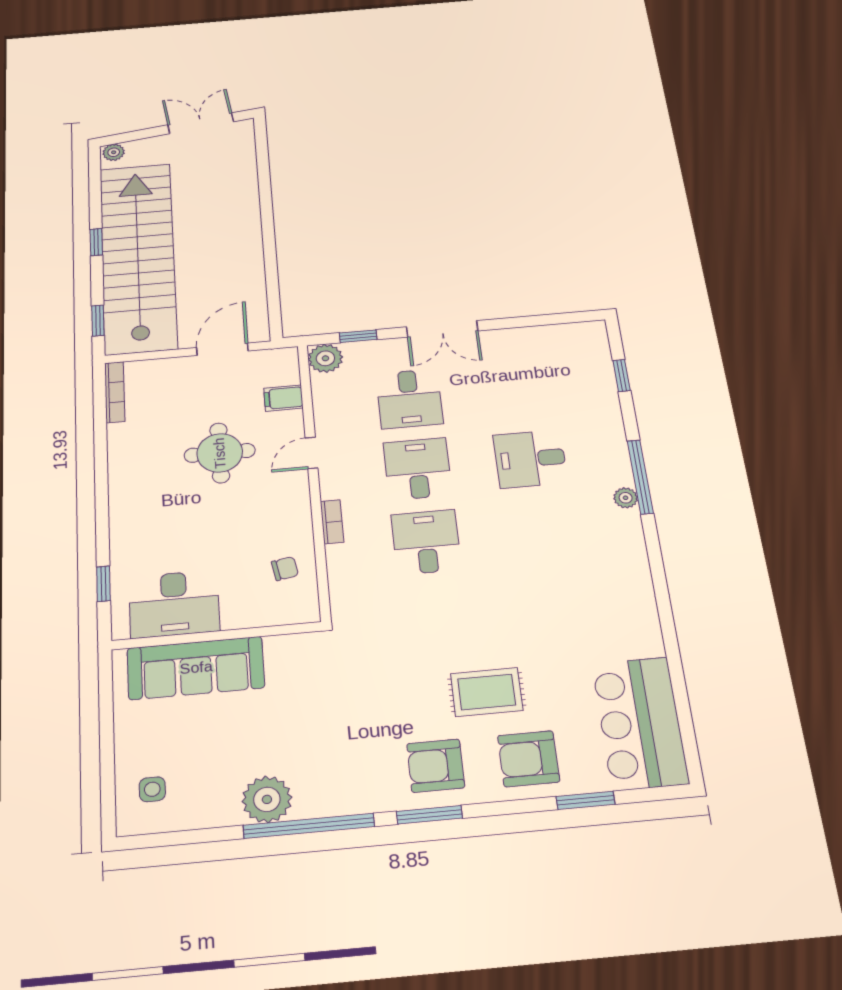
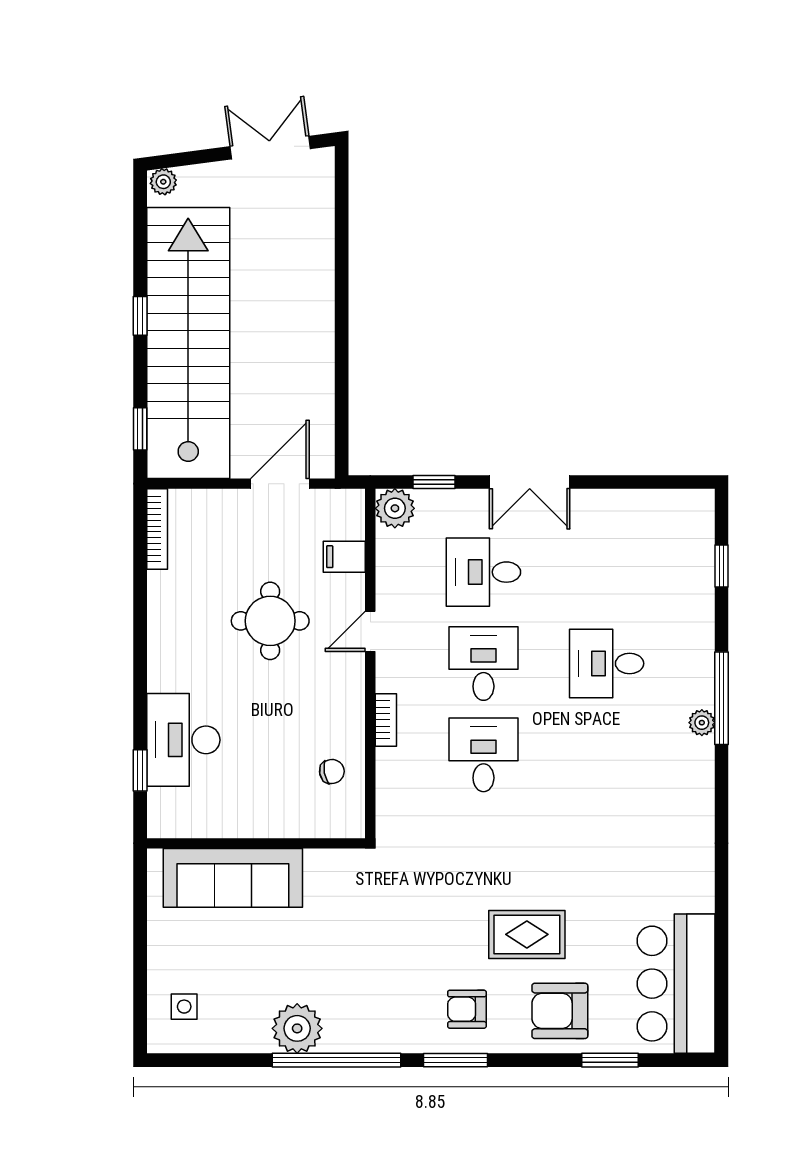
desk: (409, 399) -> (483, 572), turned 90
desk: (174, 604) -> (183, 740), moved, turned 90
armchair: (436, 766) -> (467, 1009), width x0.72, depth x0.72

